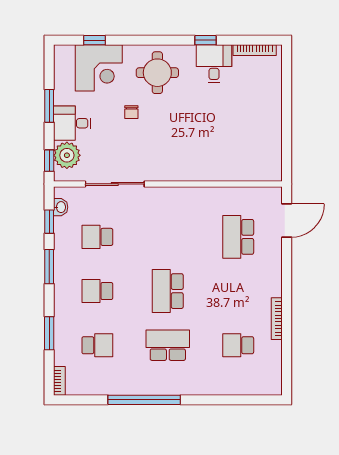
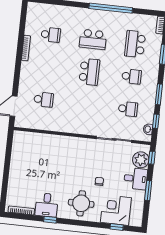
school desk: (238, 237) -> (44, 100), width x0.54
school desk: (97, 345) -> (135, 44), width x1.85

